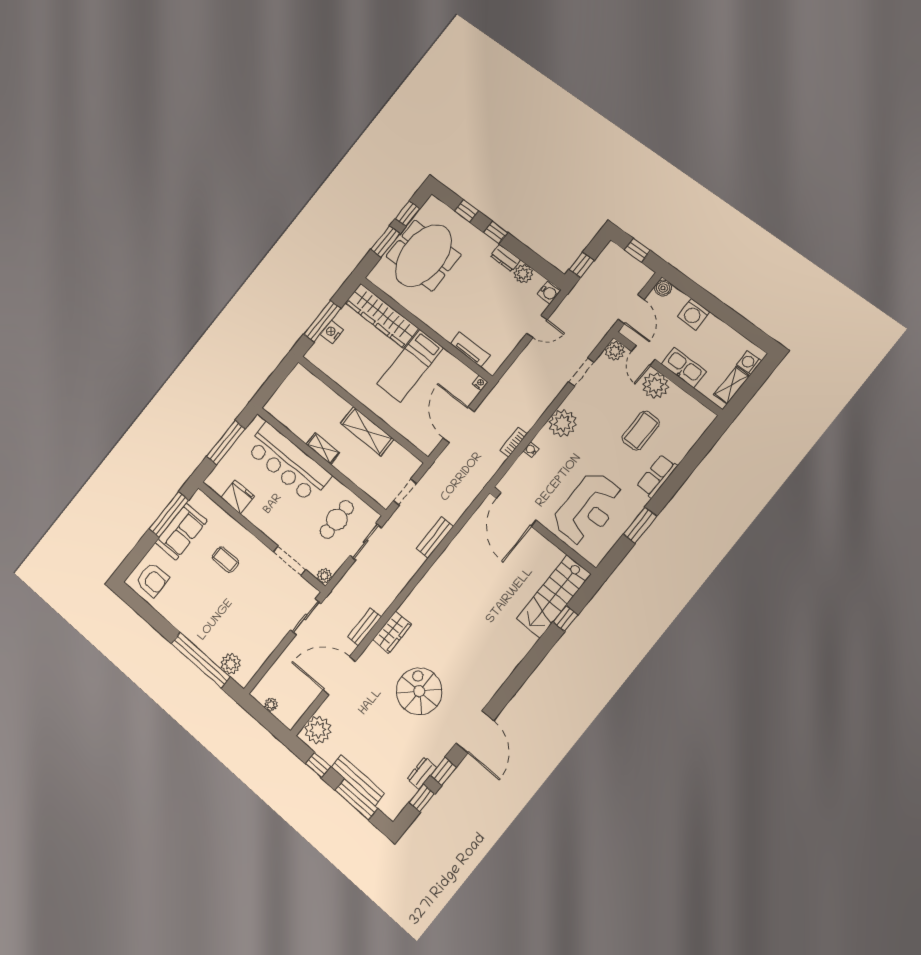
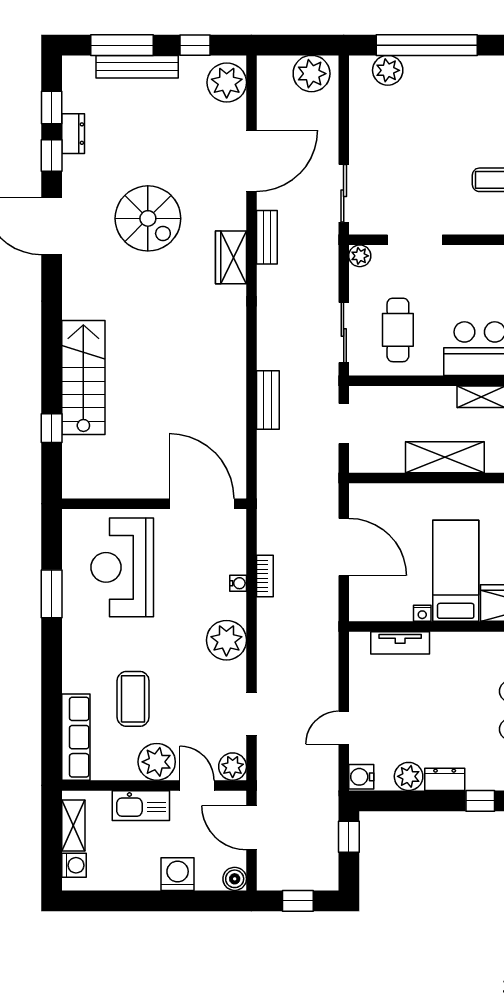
nightstand: (480, 383) -> (422, 613), moved
row of seats: (657, 476) -> (76, 737), moved, width x1.48
stairs: (554, 596) -> (83, 378), moved
plant: (271, 705) -> (312, 74), width x1.88, depth x1.88

